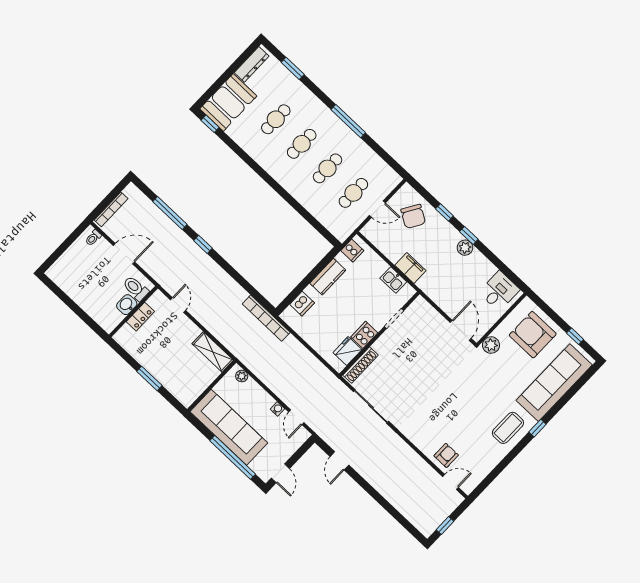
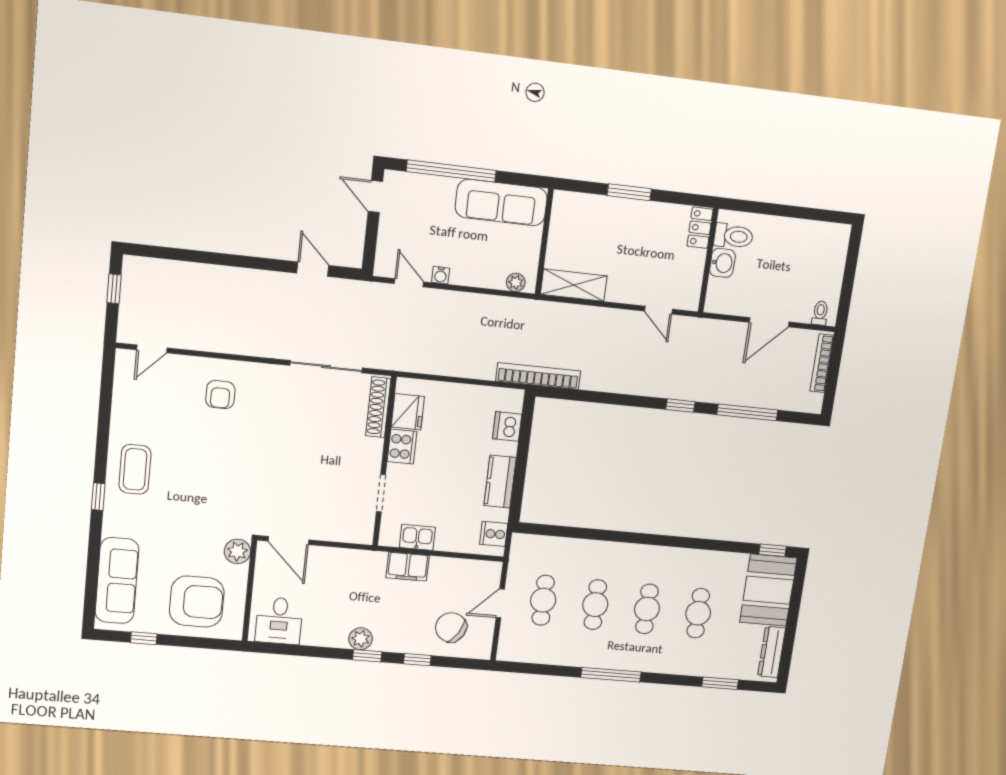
toilet: (136, 288) -> (734, 236), moved
locker: (140, 317) -> (700, 228), moved
sofa: (554, 383) -> (117, 581), width x0.74, depth x0.79
sofa: (229, 427) -> (501, 203), width x0.74, depth x0.79
armchair: (446, 455) -> (220, 395), moved

